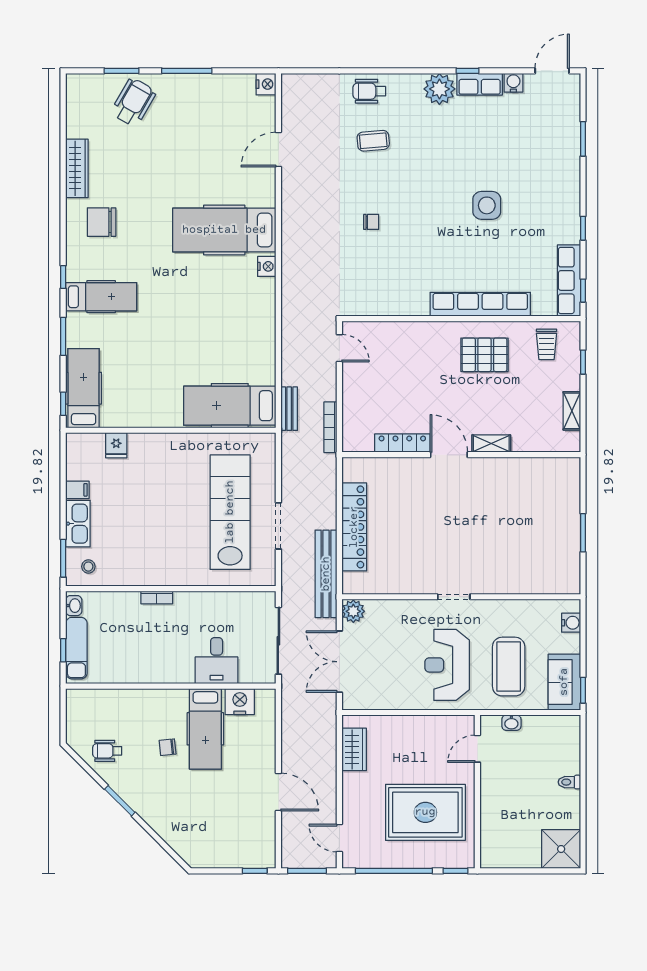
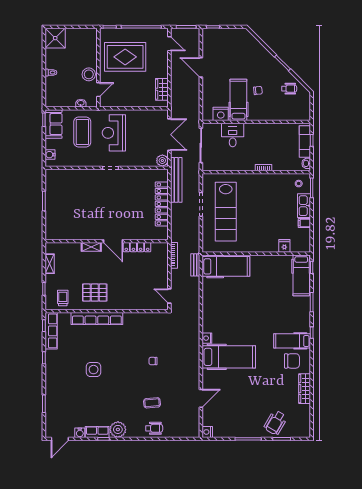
hospital bed: (101, 297) -> (292, 341), moved
reception desk: (447, 665) -> (114, 133), turned 180
stool: (496, 779) -> (89, 74), added

